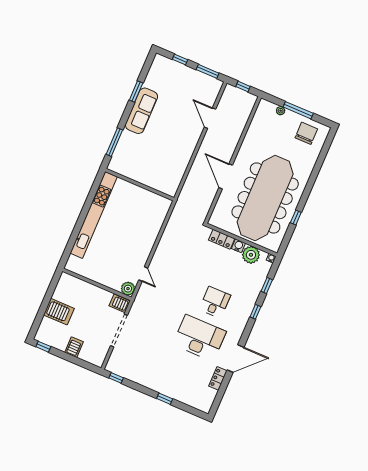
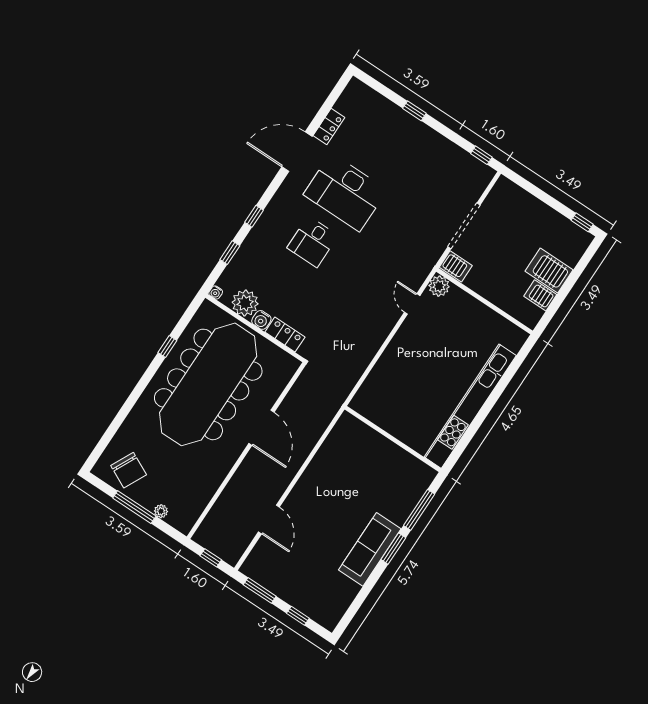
window: (136, 92) -> (393, 549), moved
chair: (306, 133) -> (129, 470), turned -64
server rack: (74, 347) -> (540, 295), moved, turned 90

